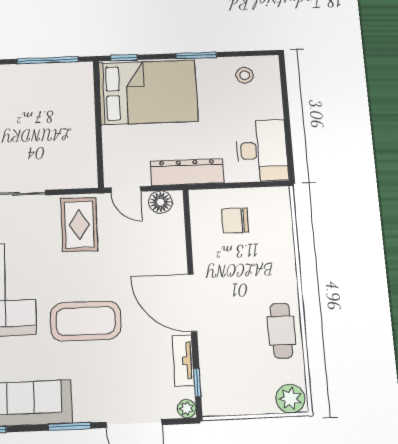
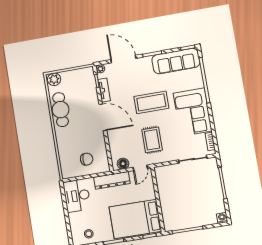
door: (126, 190) -> (140, 168), swing flipped
rug: (79, 225) -> (152, 140), moved
cafe table: (281, 331) -> (61, 110), width x1.37, depth x1.35

